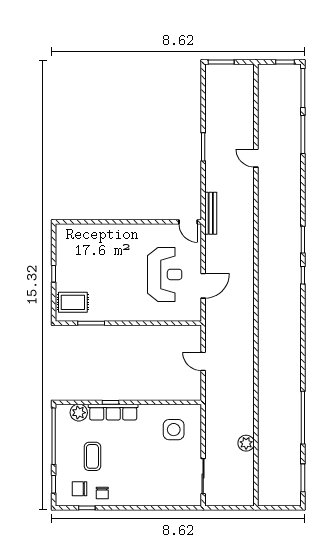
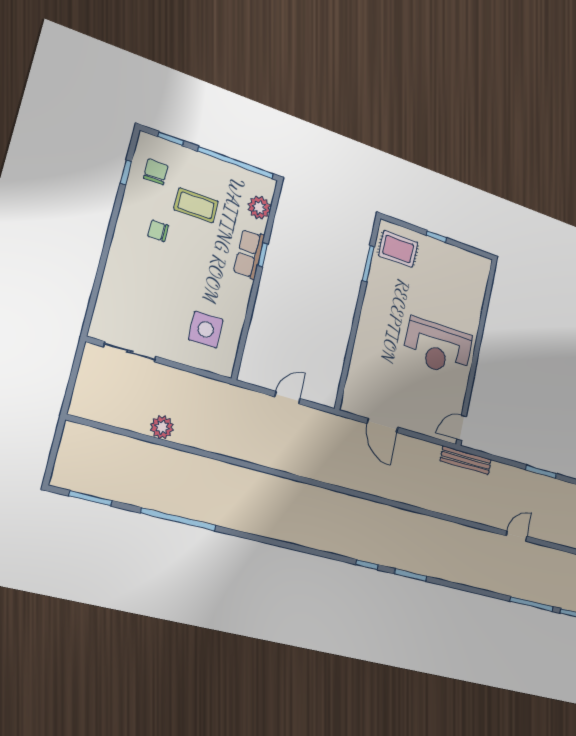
reception desk: (165, 274) -> (438, 347), moved
rug: (73, 302) -> (398, 249), turned 90
row of seats: (113, 412) -> (249, 254), width x0.68
chair: (102, 493) -> (158, 231), moved

